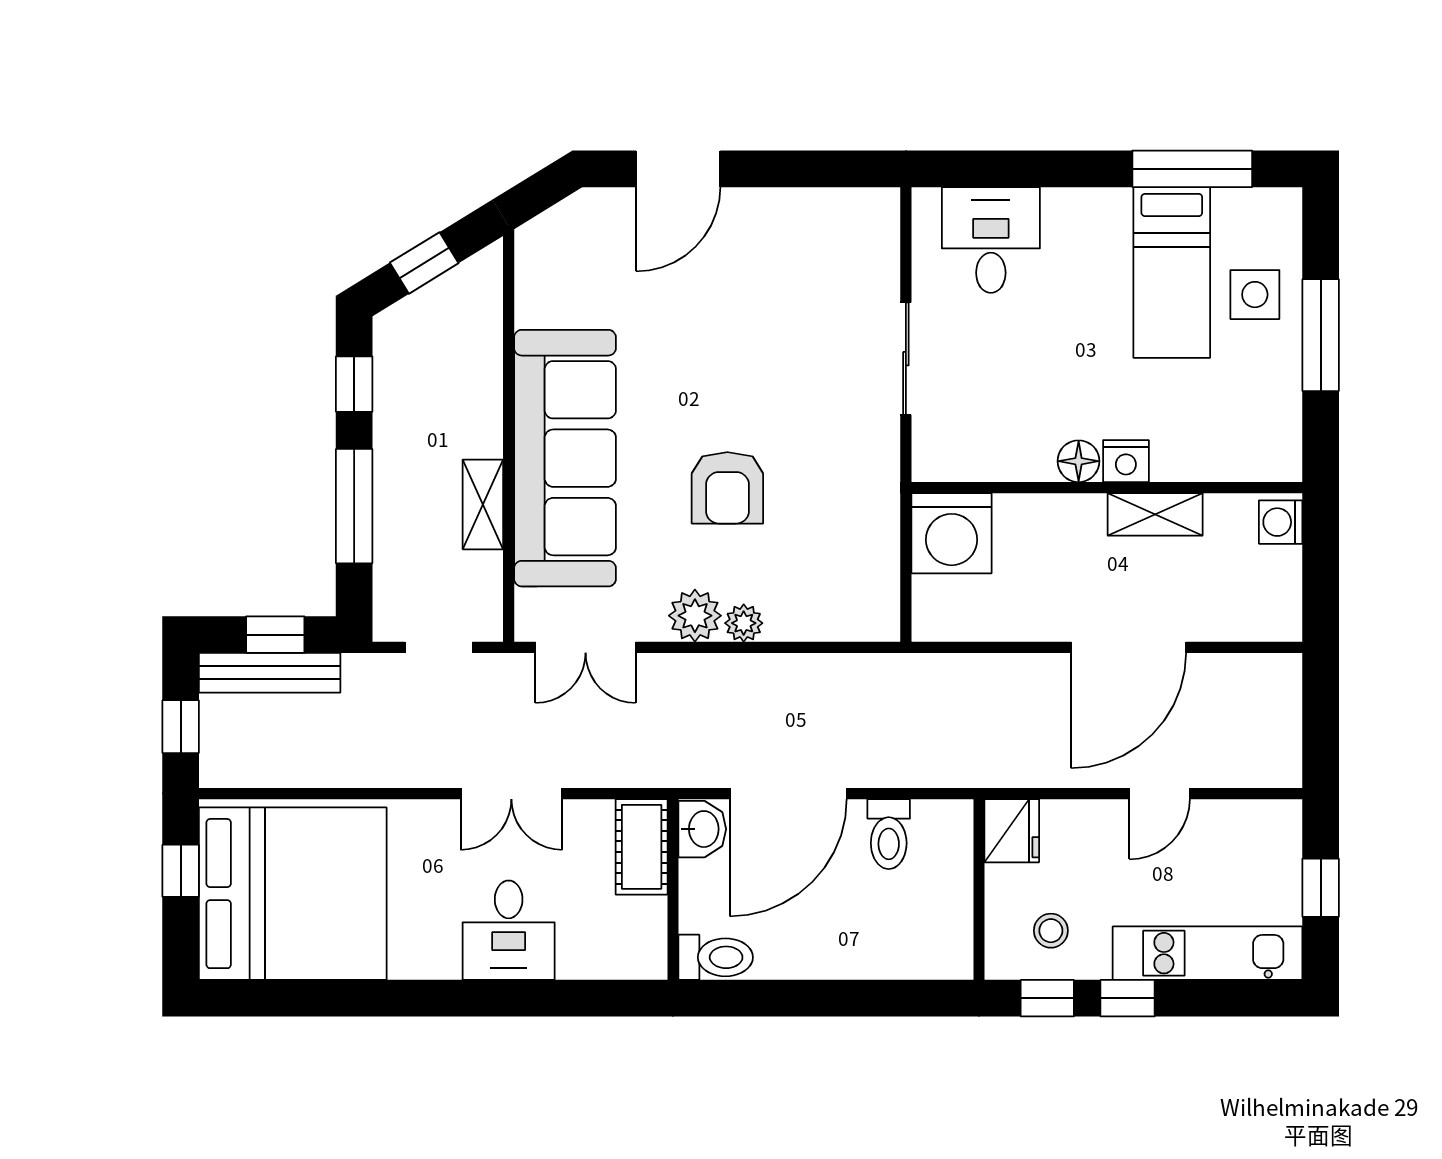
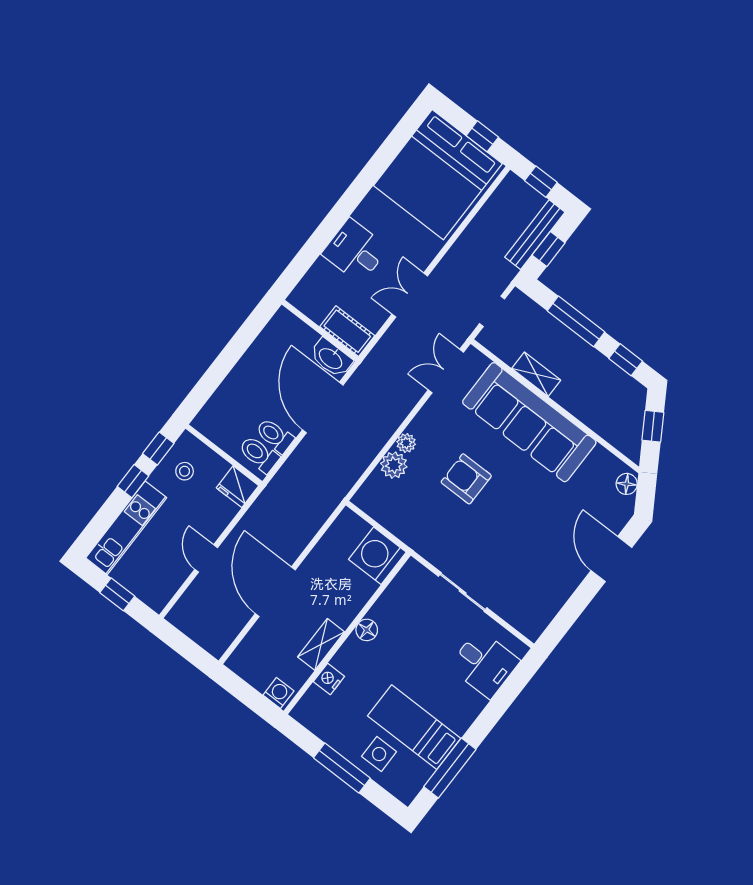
floor lamp: (544, 235) -> (627, 484), added
nightstand: (1126, 461) -> (329, 679), moved
plant: (695, 616) -> (394, 465), moved
washbasin: (702, 829) -> (331, 358), width x1.38
toilet: (716, 957) -> (259, 454), moved, turned 90

